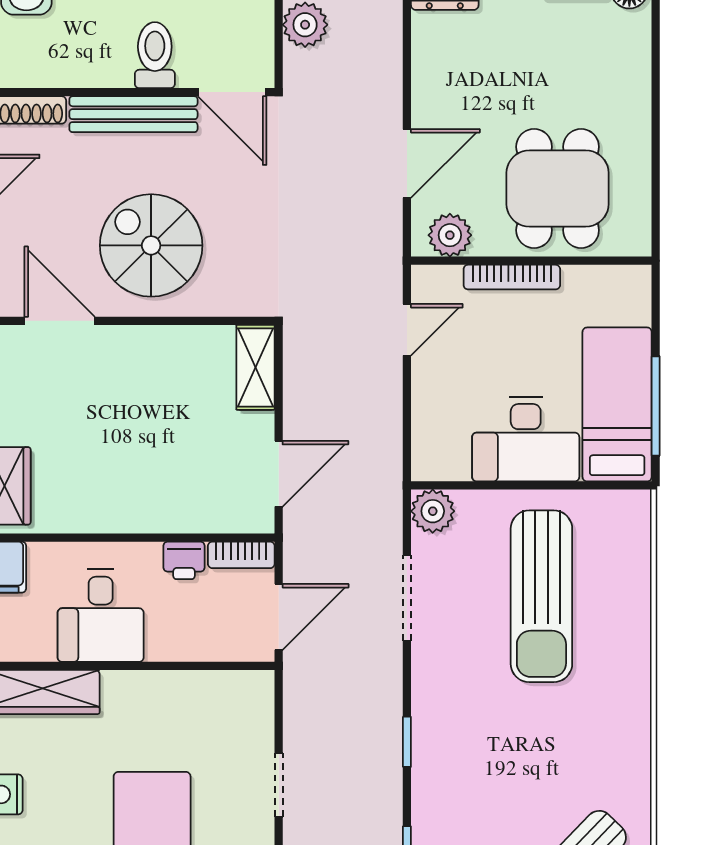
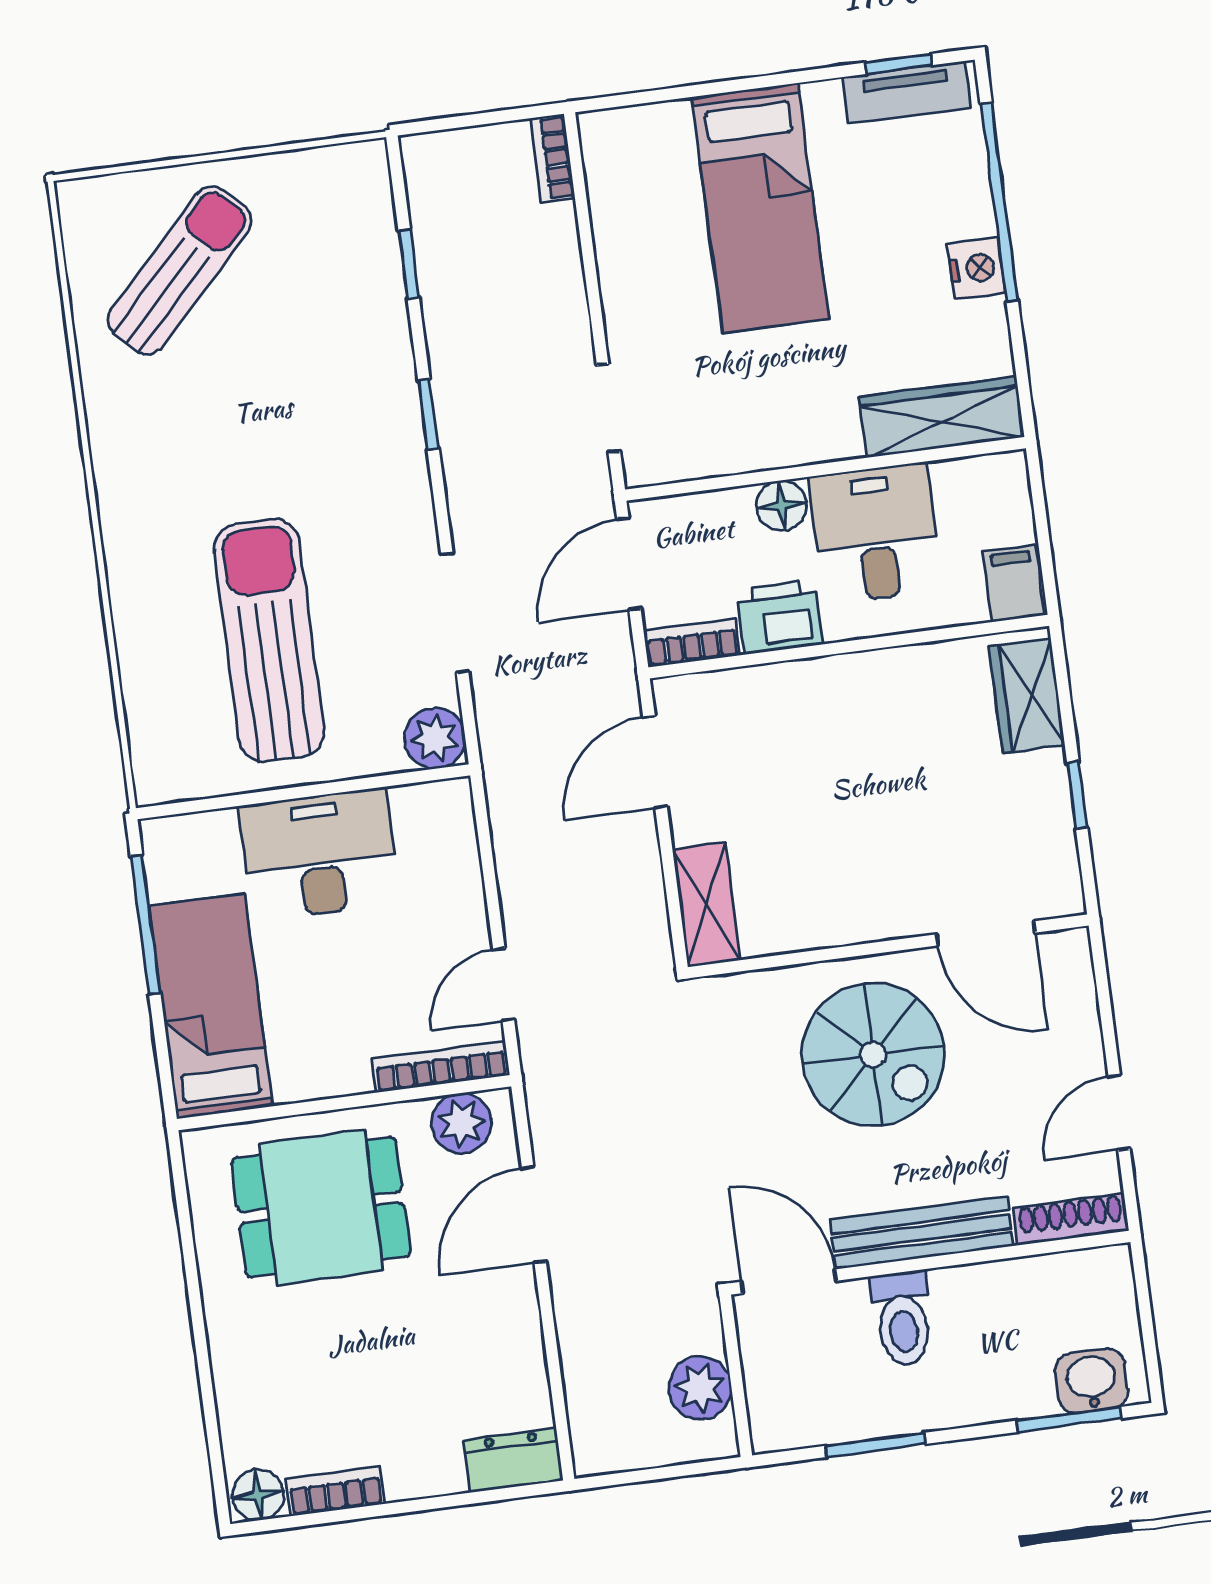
dining table: (558, 189) -> (321, 1207), turned 90
bookcase: (512, 277) -> (441, 1067), moved
bed: (617, 404) -> (211, 1006), moved, turned 180
printer: (184, 560) -> (780, 617), width x1.36, depth x1.24
floor lamp: (165, 644) -> (781, 506), added
doorway: (279, 785) -> (608, 408), moved

